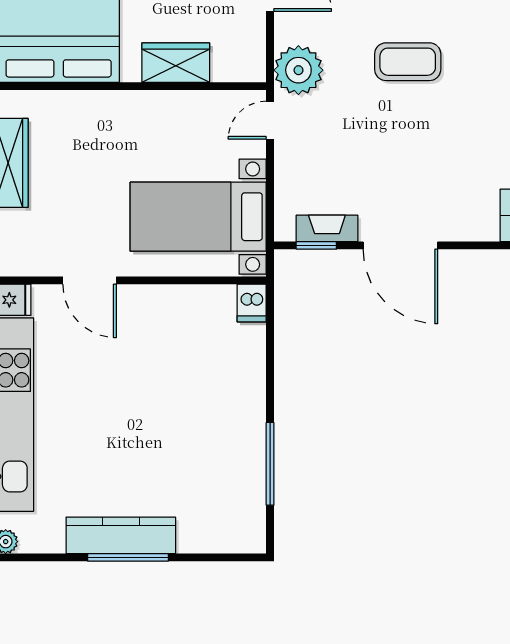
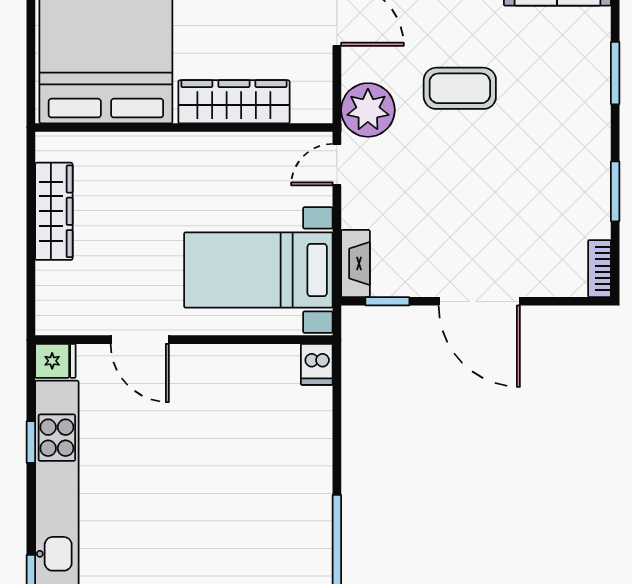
coffee table: (408, 62) -> (460, 88), moved
wardrobe: (176, 63) -> (234, 102), width x1.50
fireplace: (327, 228) -> (355, 263), moved, turned 90

